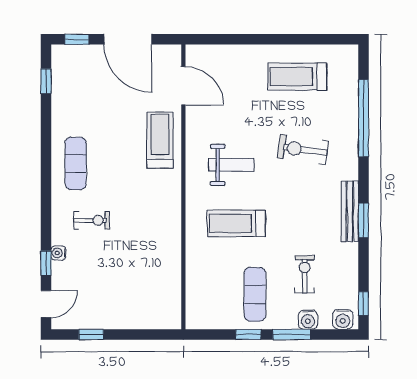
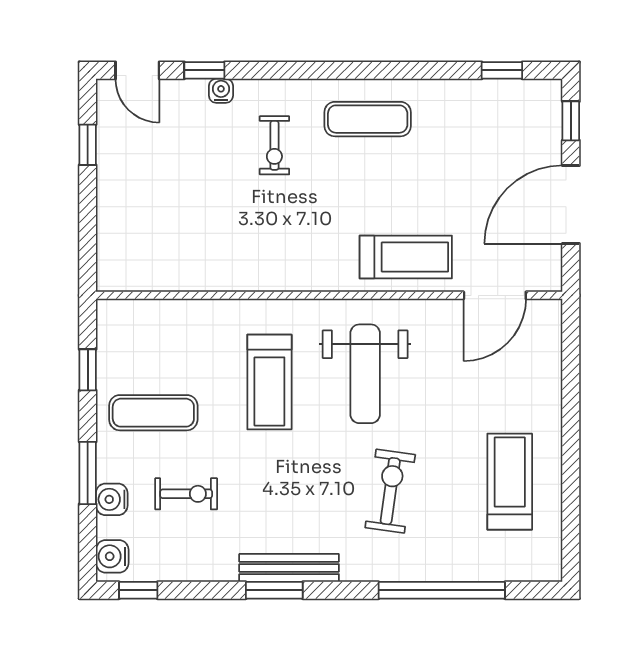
weight bench: (231, 165) -> (365, 374), width x1.36, depth x1.33
treadmill: (236, 223) -> (269, 382), turned 180
window: (248, 334) -> (88, 370), moved

